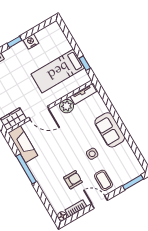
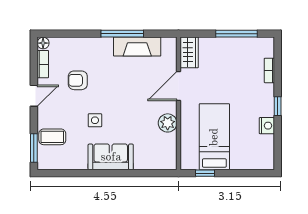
tv unit: (83, 94) -> (170, 151), removed
fireplace: (23, 144) -> (137, 46), moved
armchair: (73, 180) -> (78, 80), turned 90
coffee table: (104, 180) -> (52, 137), moved

